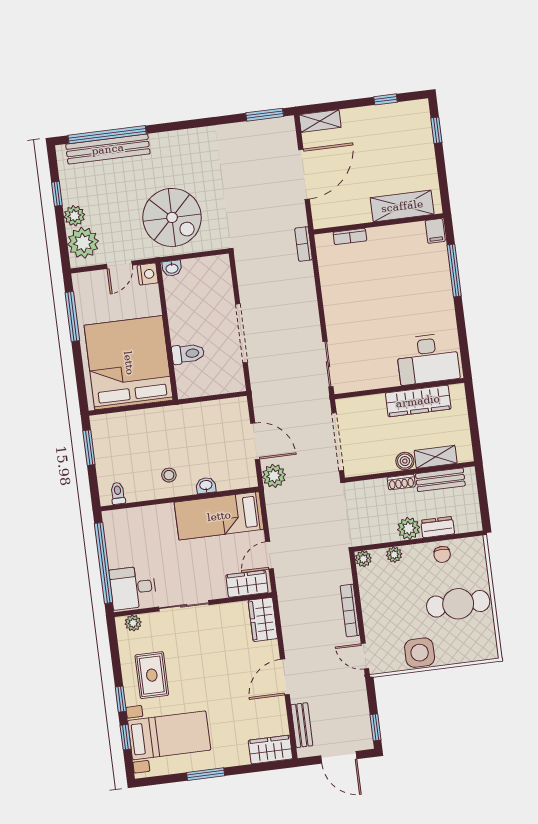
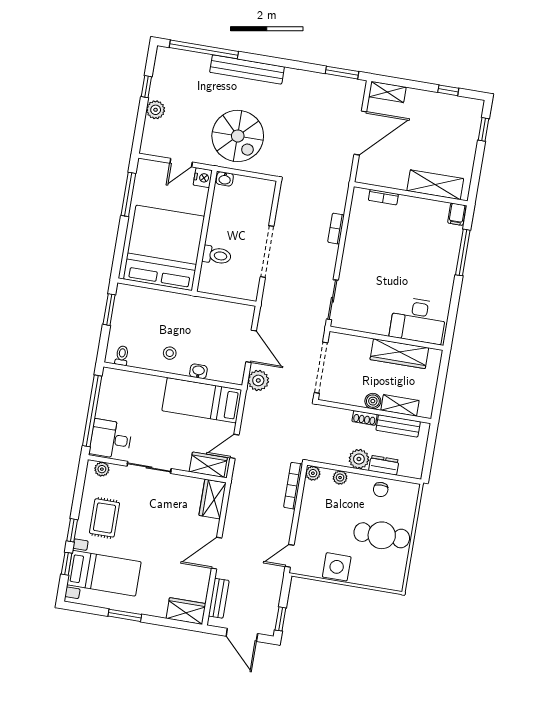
bench: (108, 149) -> (247, 70), moved
plant: (83, 243) -> (156, 135), removed
bookcase: (303, 244) -> (336, 229), moved
bookcase: (350, 611) -> (293, 486), moved
door: (365, 656) -> (290, 556), hinge flipped

